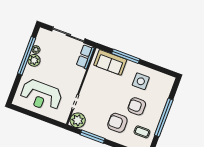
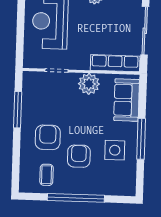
window: (126, 56) -> (141, 139), moved
row of seats: (85, 57) -> (115, 63), width x1.48
plant: (78, 120) -> (89, 84), moved

